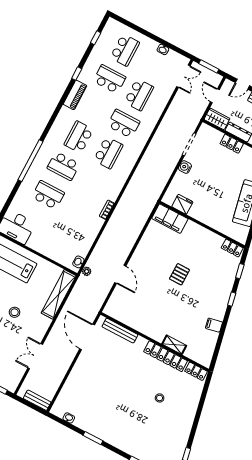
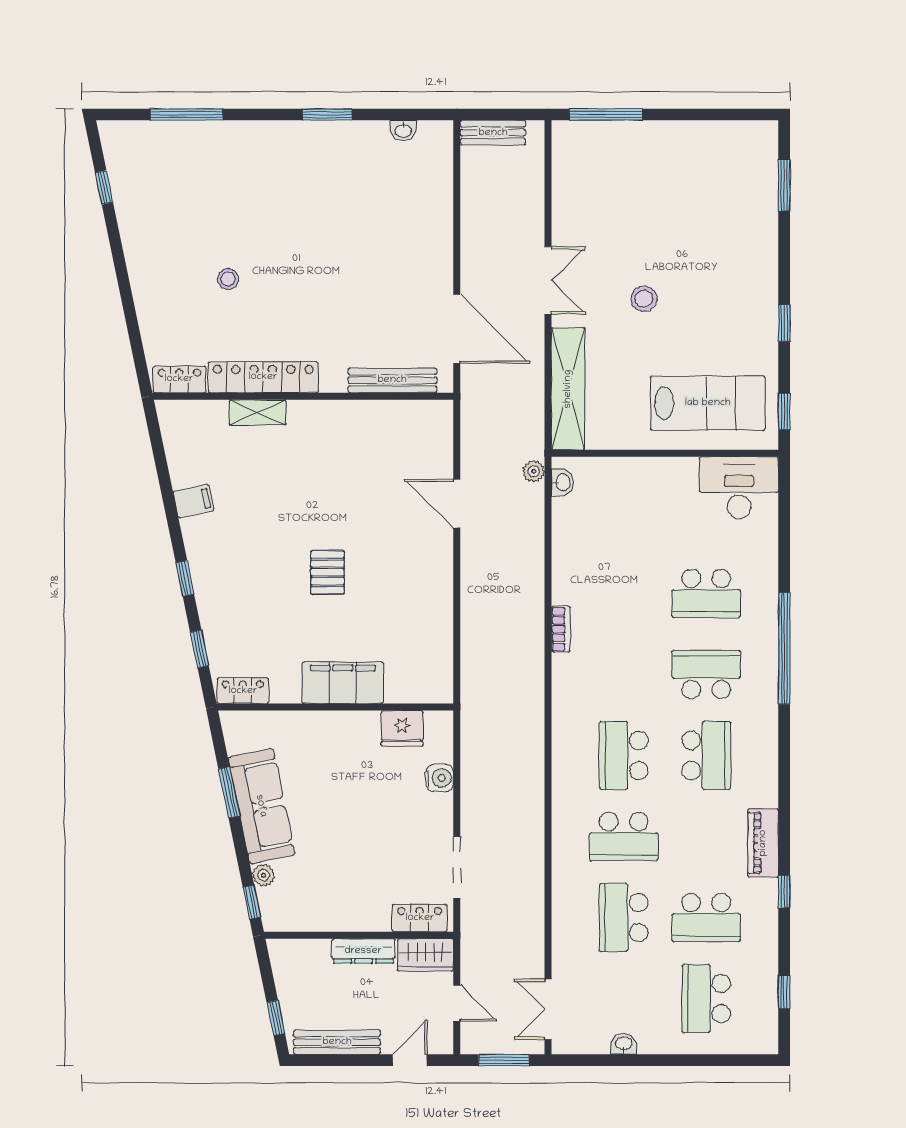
locker: (232, 144) -> (420, 918), moved
water cooler: (185, 167) -> (440, 778), moved
filing cabinet: (170, 219) -> (343, 683), moved
double door: (35, 356) -> (548, 280), moved

